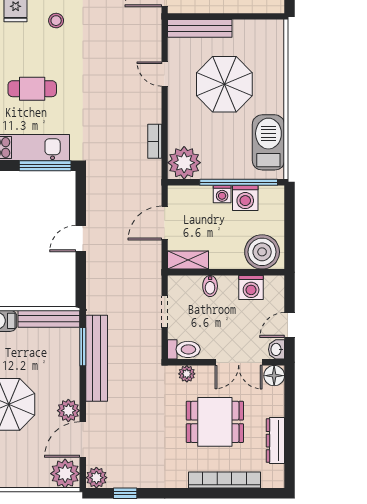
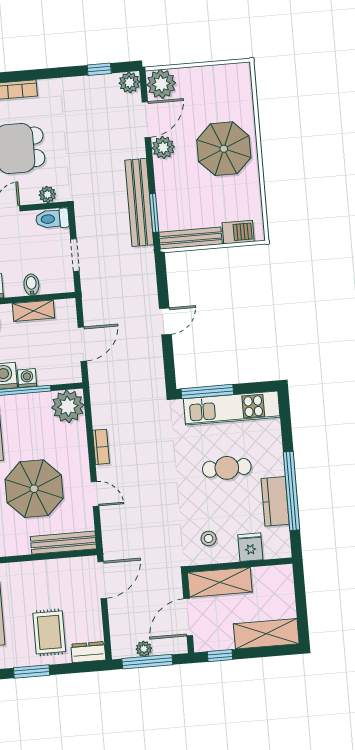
bookcase: (155, 141) -> (101, 447), moved
shelving: (188, 260) -> (34, 311), moved

